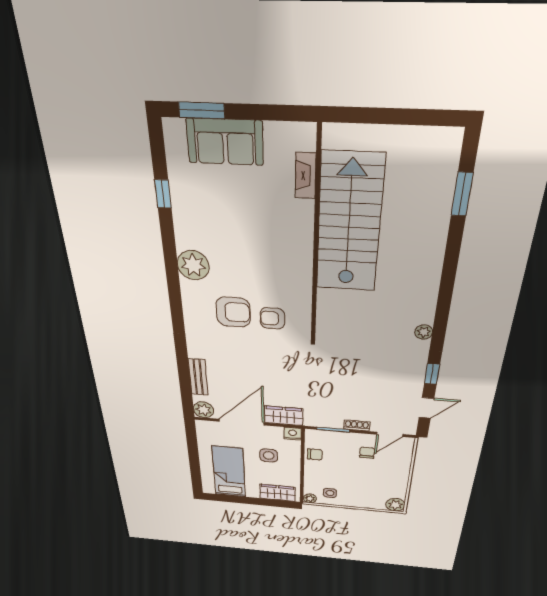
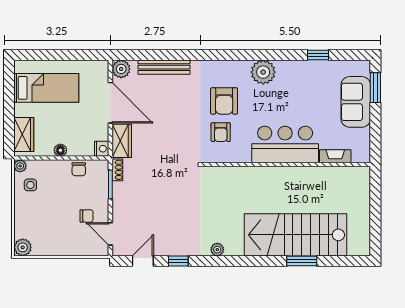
window: (462, 194) -> (302, 261), moved
stairs: (349, 224) -> (296, 235), moved, turned 180
bar counter: (288, 243) -> (285, 144), added
armchair: (272, 318) -> (221, 132), turned 180
bench: (198, 377) -> (164, 67), width x1.36
door: (426, 408) -> (143, 261), swing flipped
shoe rack: (357, 426) -> (117, 170), moved
side table: (269, 455) -> (72, 127), removed
floor lamp: (294, 467) -> (60, 150), added

